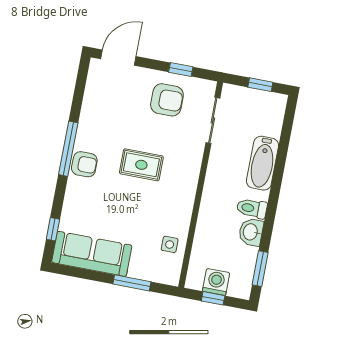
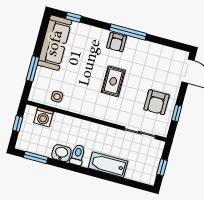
washing machine: (216, 282) -> (43, 117), moved, turned 90

